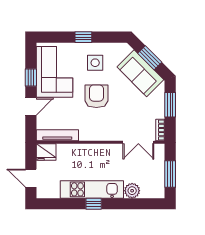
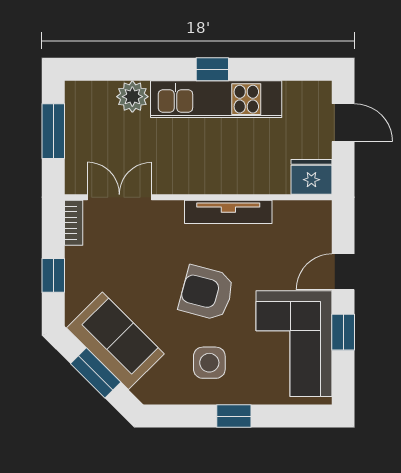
armchair: (96, 96) -> (207, 293), turned 105
window: (170, 105) -> (53, 275), width x0.67
tv unit: (57, 135) -> (228, 212), moved

